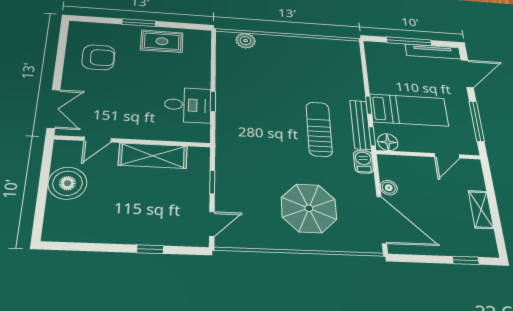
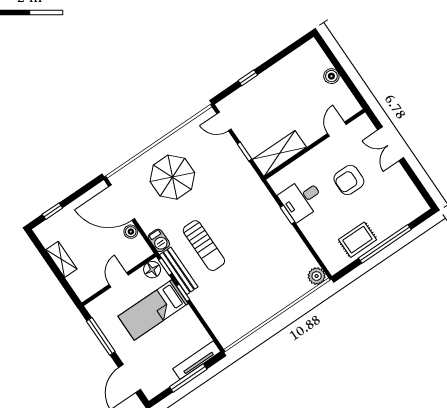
window: (139, 23) -> (385, 244), width x2.11
plant: (246, 41) -> (317, 276), moved
tv unit: (433, 52) -> (197, 360), moved
armchair: (98, 57) -> (349, 180), moved
double door: (54, 109) -> (391, 144), moved
shelving: (153, 156) -> (279, 153), moved
door: (447, 156) -> (119, 280), moved
boiler: (67, 183) -> (331, 76), width x0.54, depth x0.54
door: (212, 224) -> (224, 121), hinge flipped

